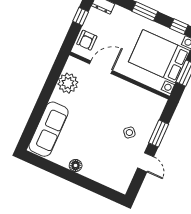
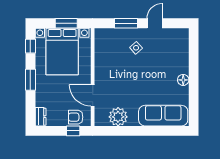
window: (81, 17) -> (73, 131), moved
armchair: (87, 40) -> (76, 117), turned 180

